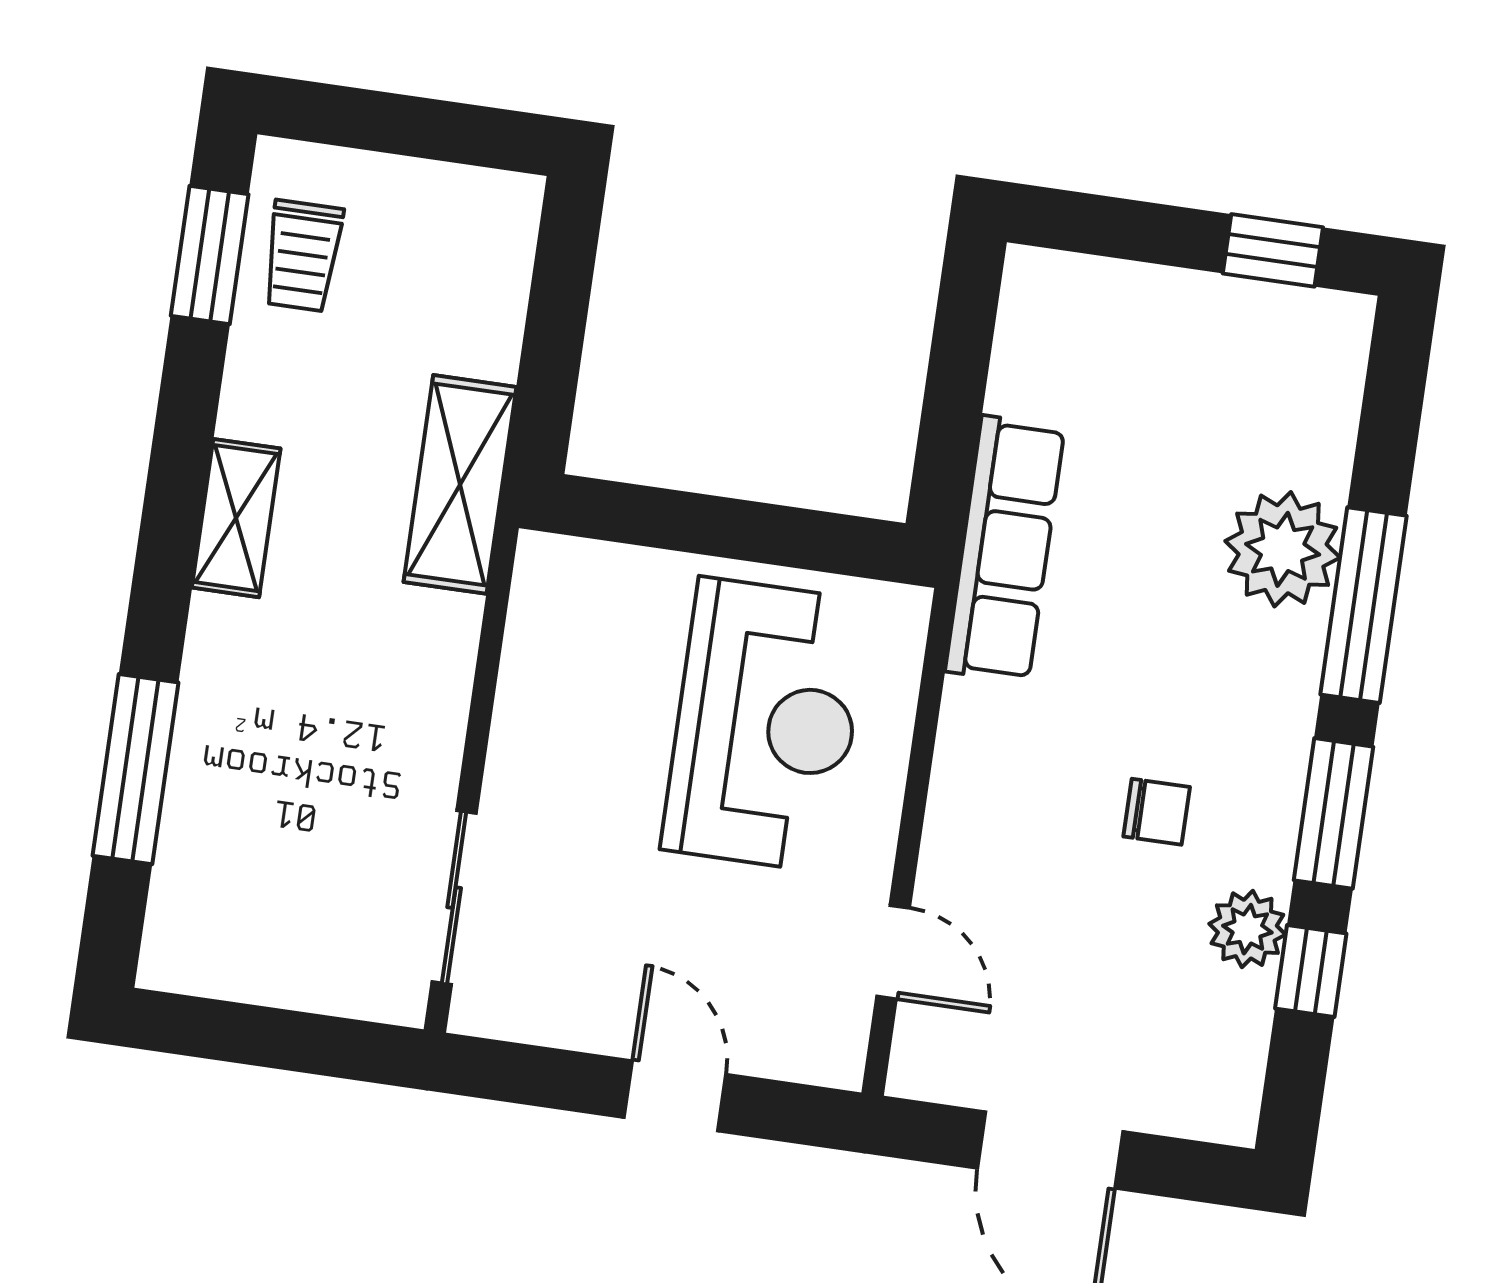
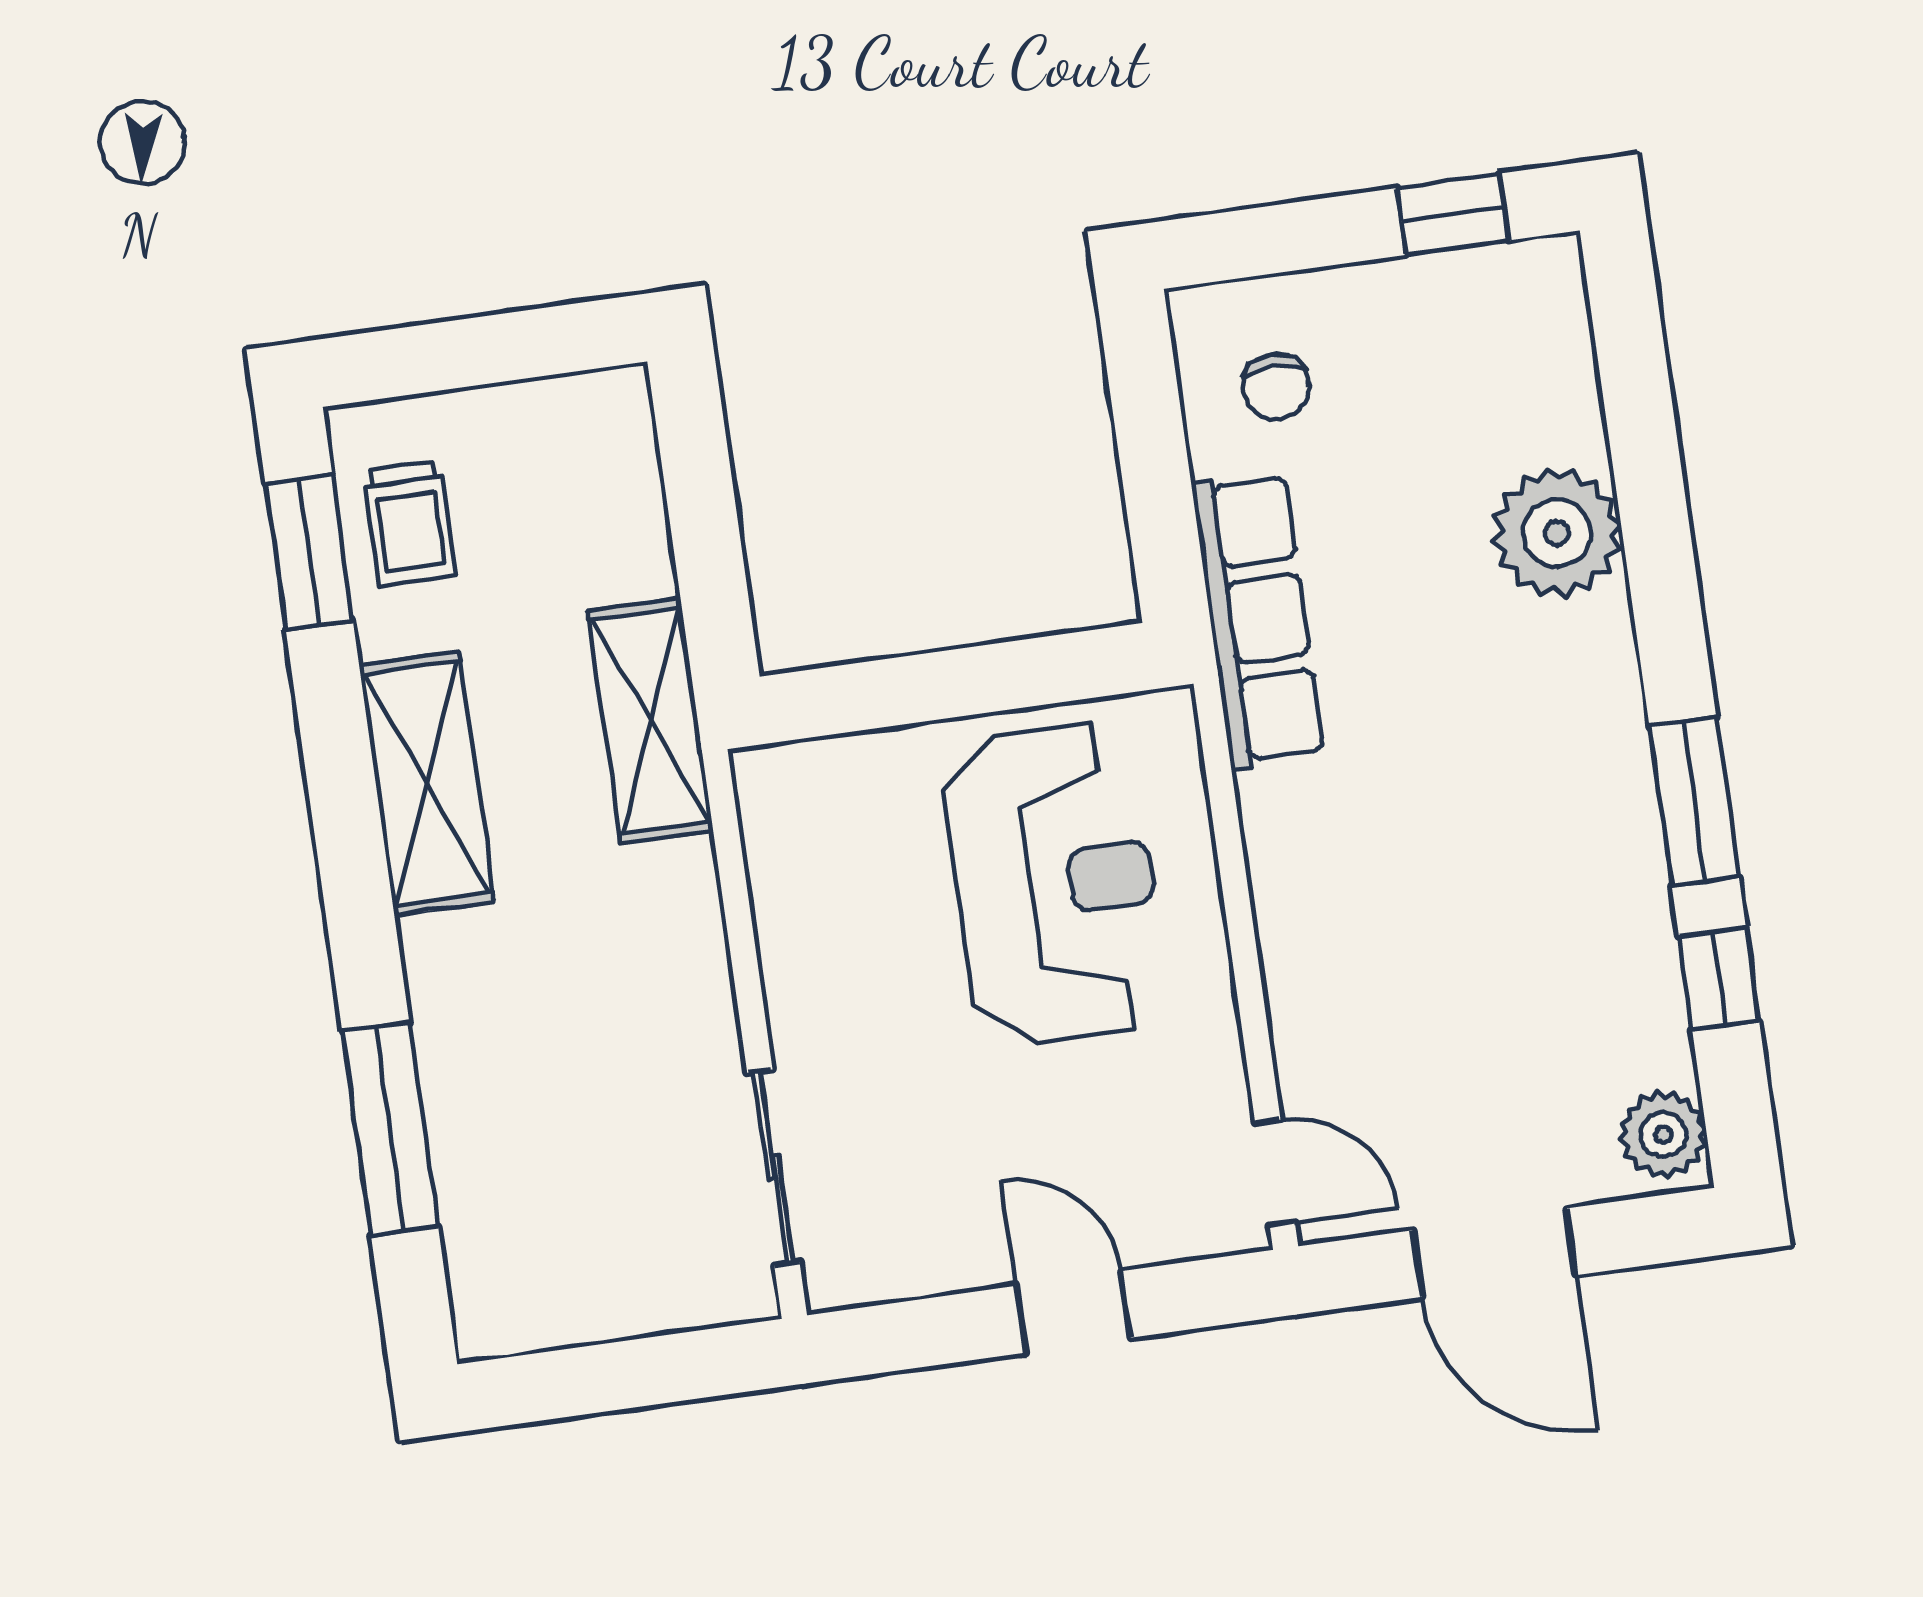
shelving: (236, 518) -> (427, 783), width x1.50, depth x1.33
window: (1363, 605) -> (1661, 568), removed
chair: (1157, 812) -> (1276, 387), moved, turned 90
plant: (1247, 929) -> (1663, 1135), moved
door: (893, 952) -> (1275, 1173), moved

